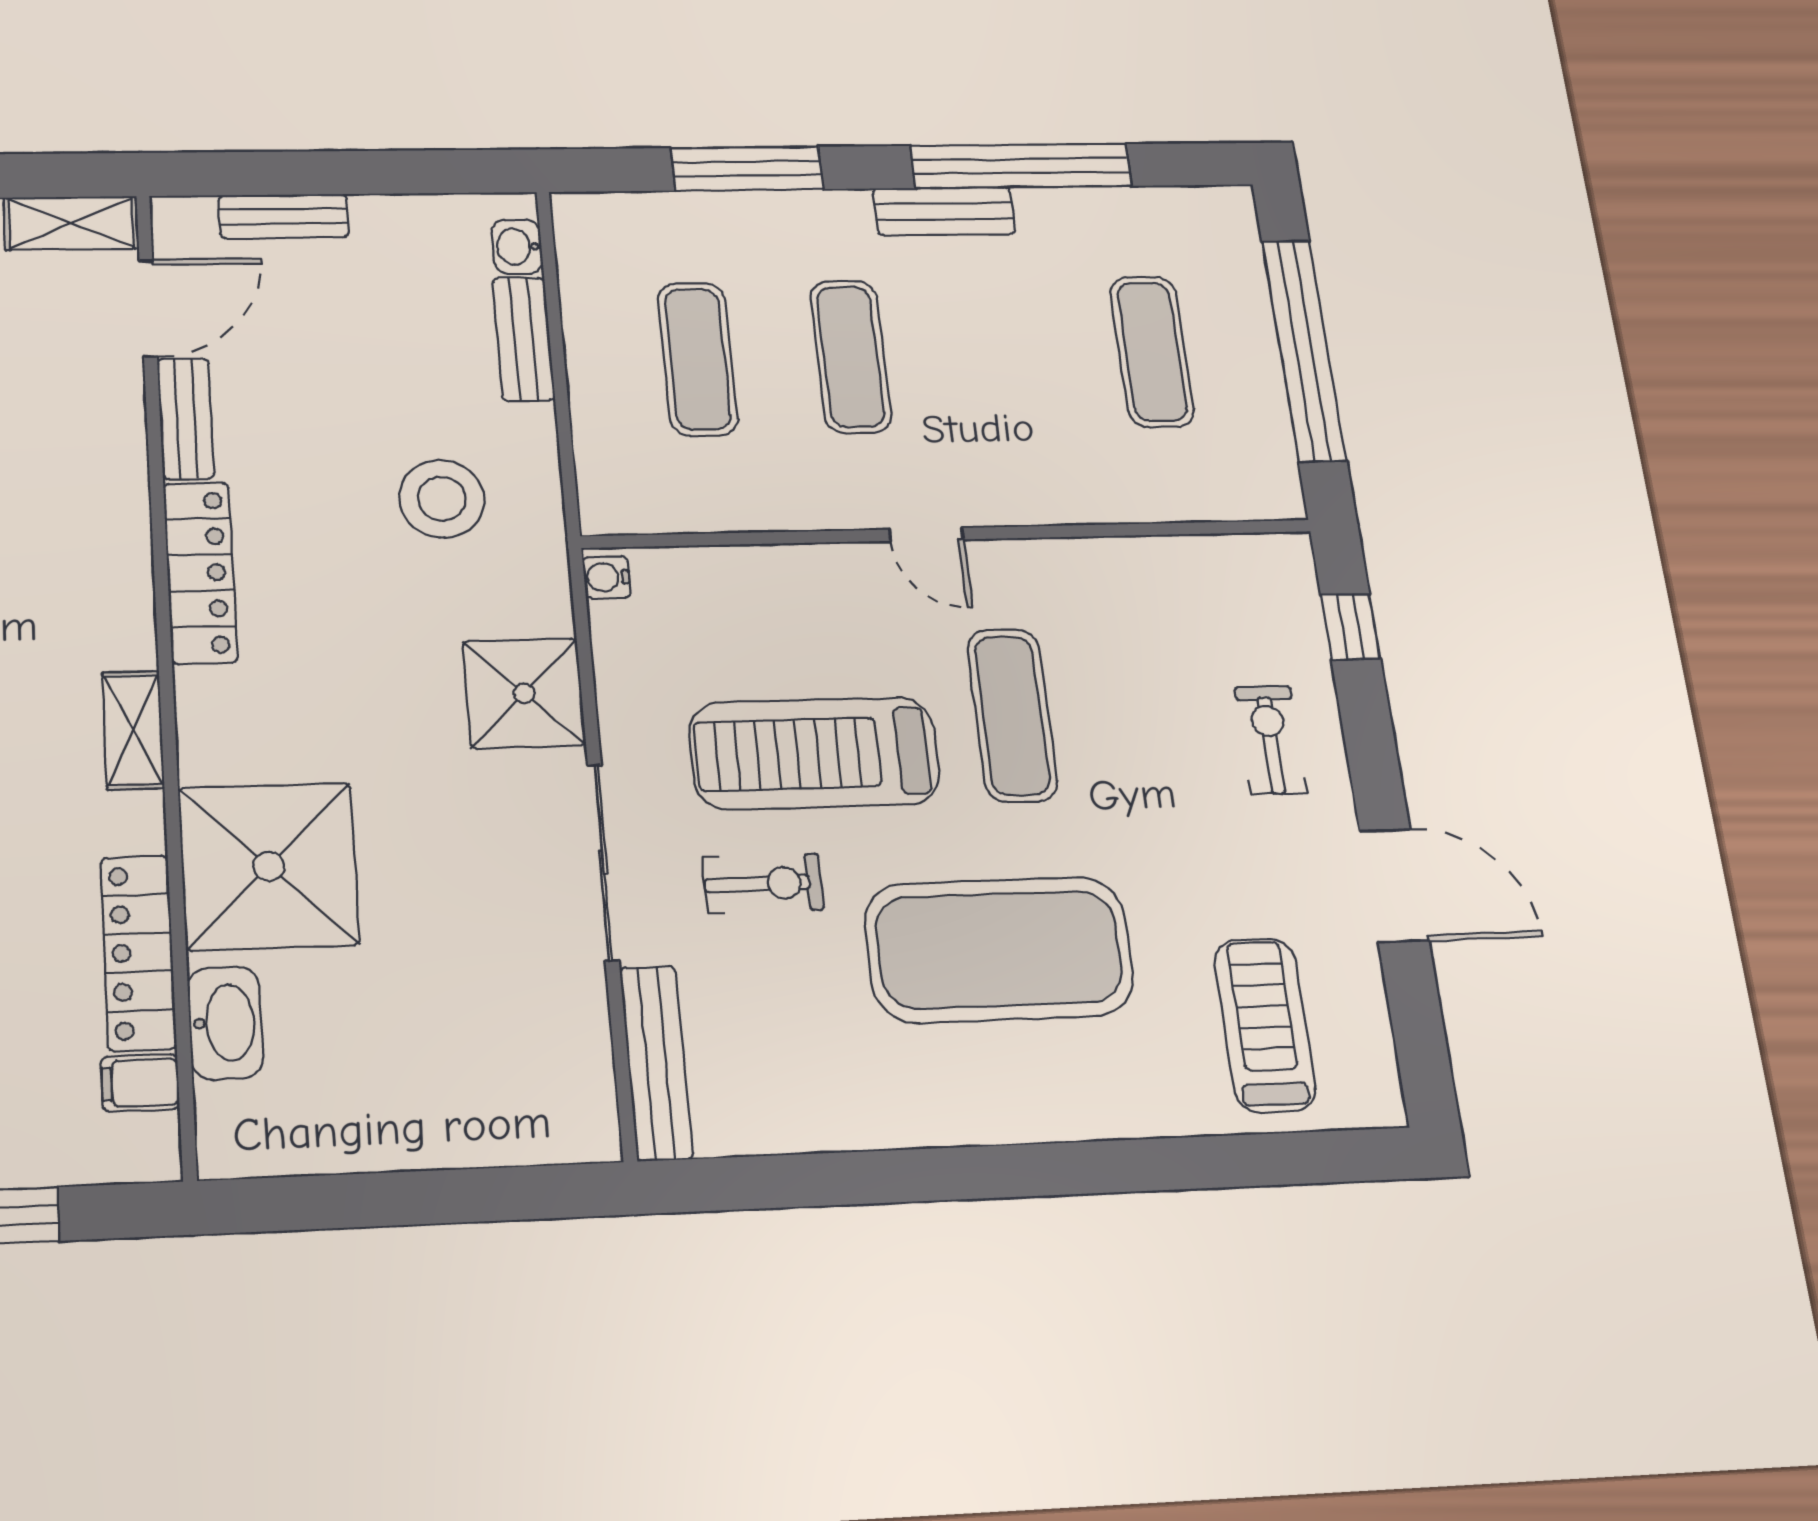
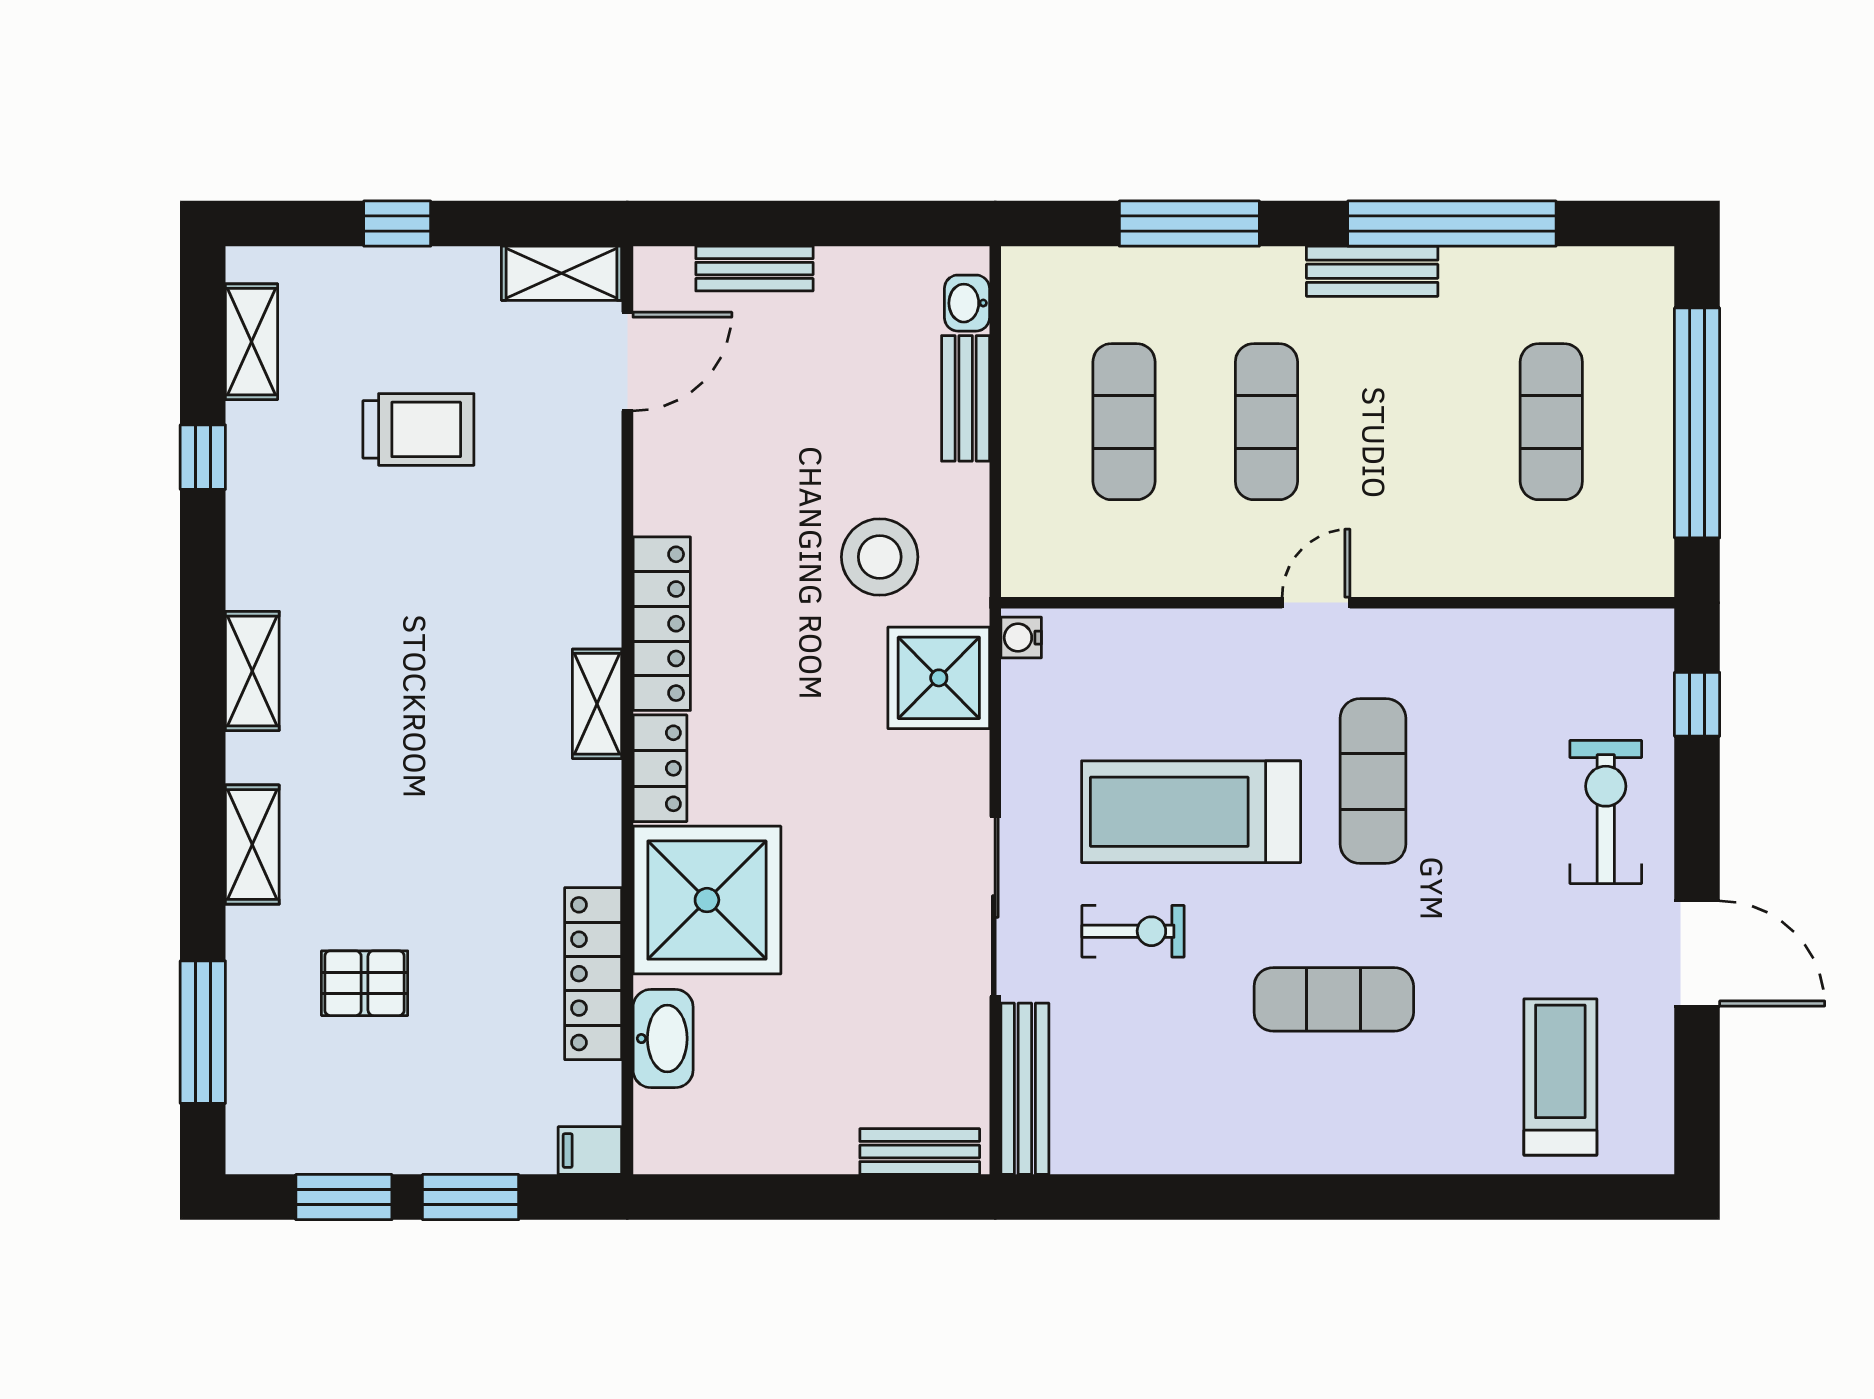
bench: (186, 418) -> (920, 1152), moved, turned 90
door: (926, 534) -> (1316, 603), swing flipped
shower: (524, 693) -> (939, 678), moved
locker: (206, 725) -> (660, 768), added
shelving: (133, 730) -> (597, 704), moved
exercise bike: (1271, 740) -> (1606, 812), width x1.38, depth x1.39
exercise mat: (999, 950) -> (1334, 999), width x0.50, depth x0.69
filing cabinet: (140, 1083) -> (590, 1151), moved

